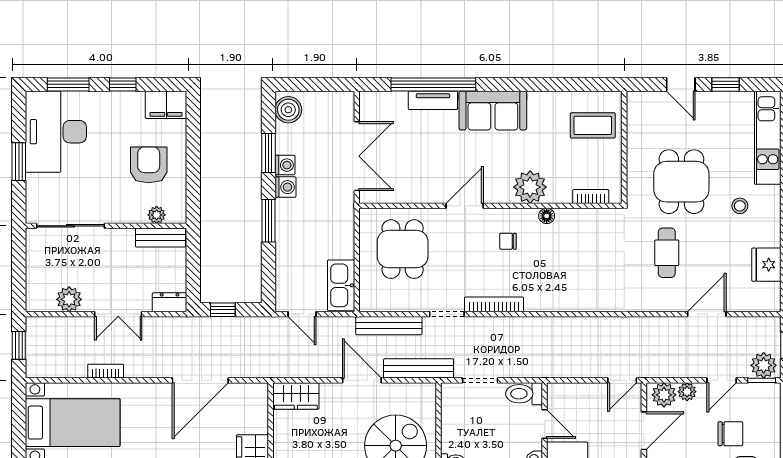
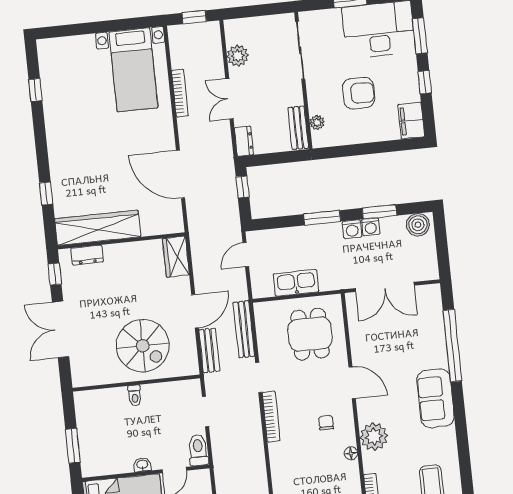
tv unit: (433, 100) -> (439, 347), removed
armchair: (149, 165) -> (359, 93), moved
dining table: (403, 249) -> (310, 334), turned 90
kitchen sink: (341, 285) -> (296, 283), moved
bench: (419, 368) -> (209, 350), width x0.73
bookcase: (106, 371) -> (180, 93), width x1.56

